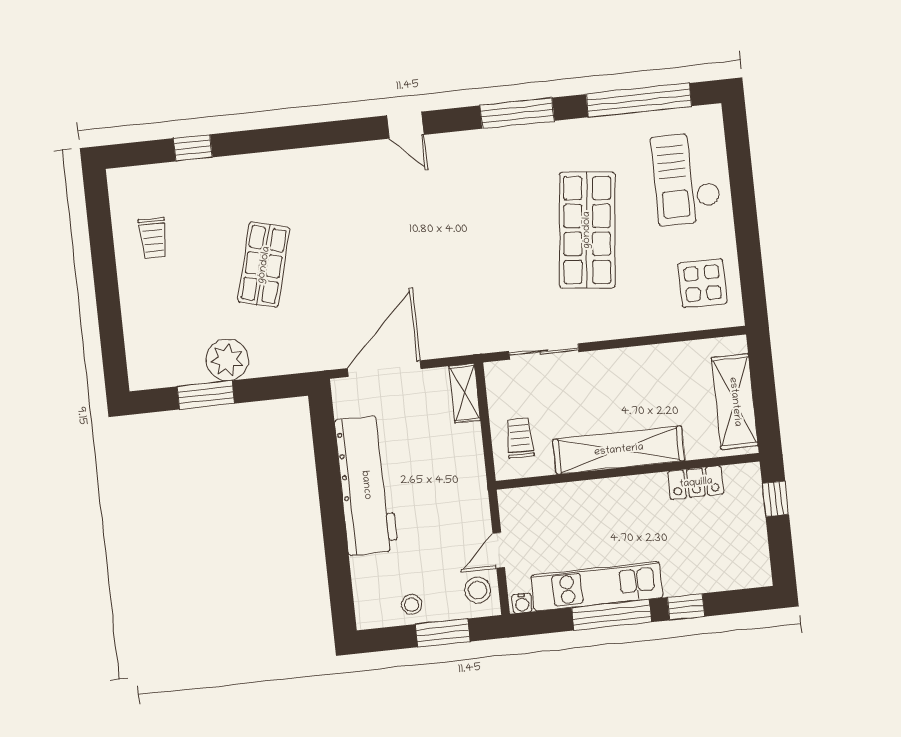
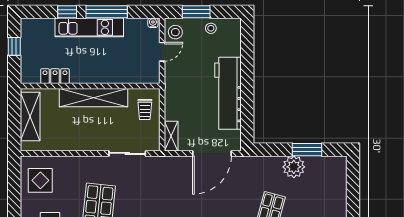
window: (775, 499) -> (14, 46), moved
kitchen unit: (597, 586) -> (89, 27), moved

